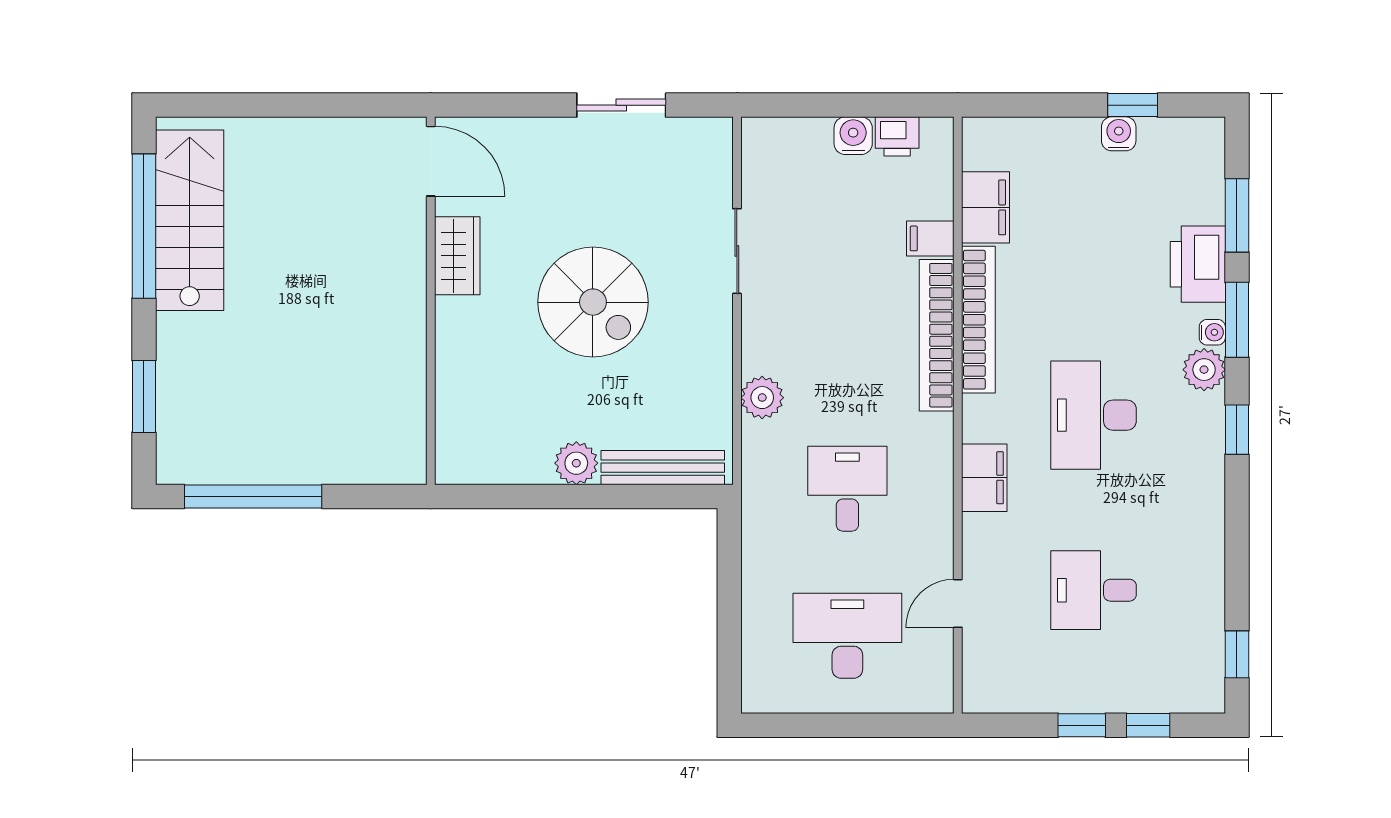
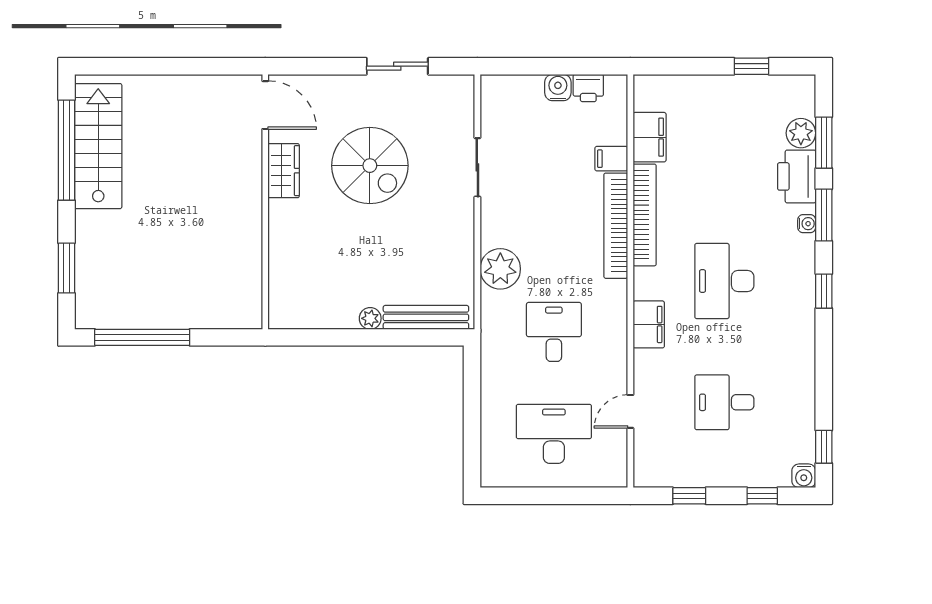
water cooler: (1119, 134) -> (804, 476), moved, turned 180
spiral stairs: (593, 302) -> (370, 166), moved
plant: (1204, 370) -> (801, 133), moved
plant: (762, 398) -> (500, 269), width x1.36, depth x1.36
plant: (576, 463) -> (370, 318), width x0.73, depth x0.73
window: (1082, 725) -> (689, 496), moved

